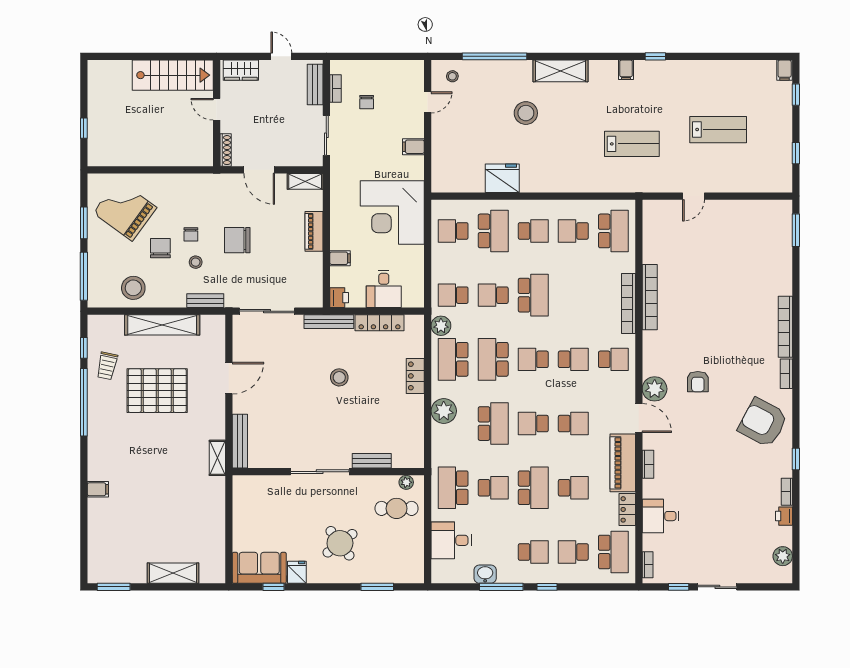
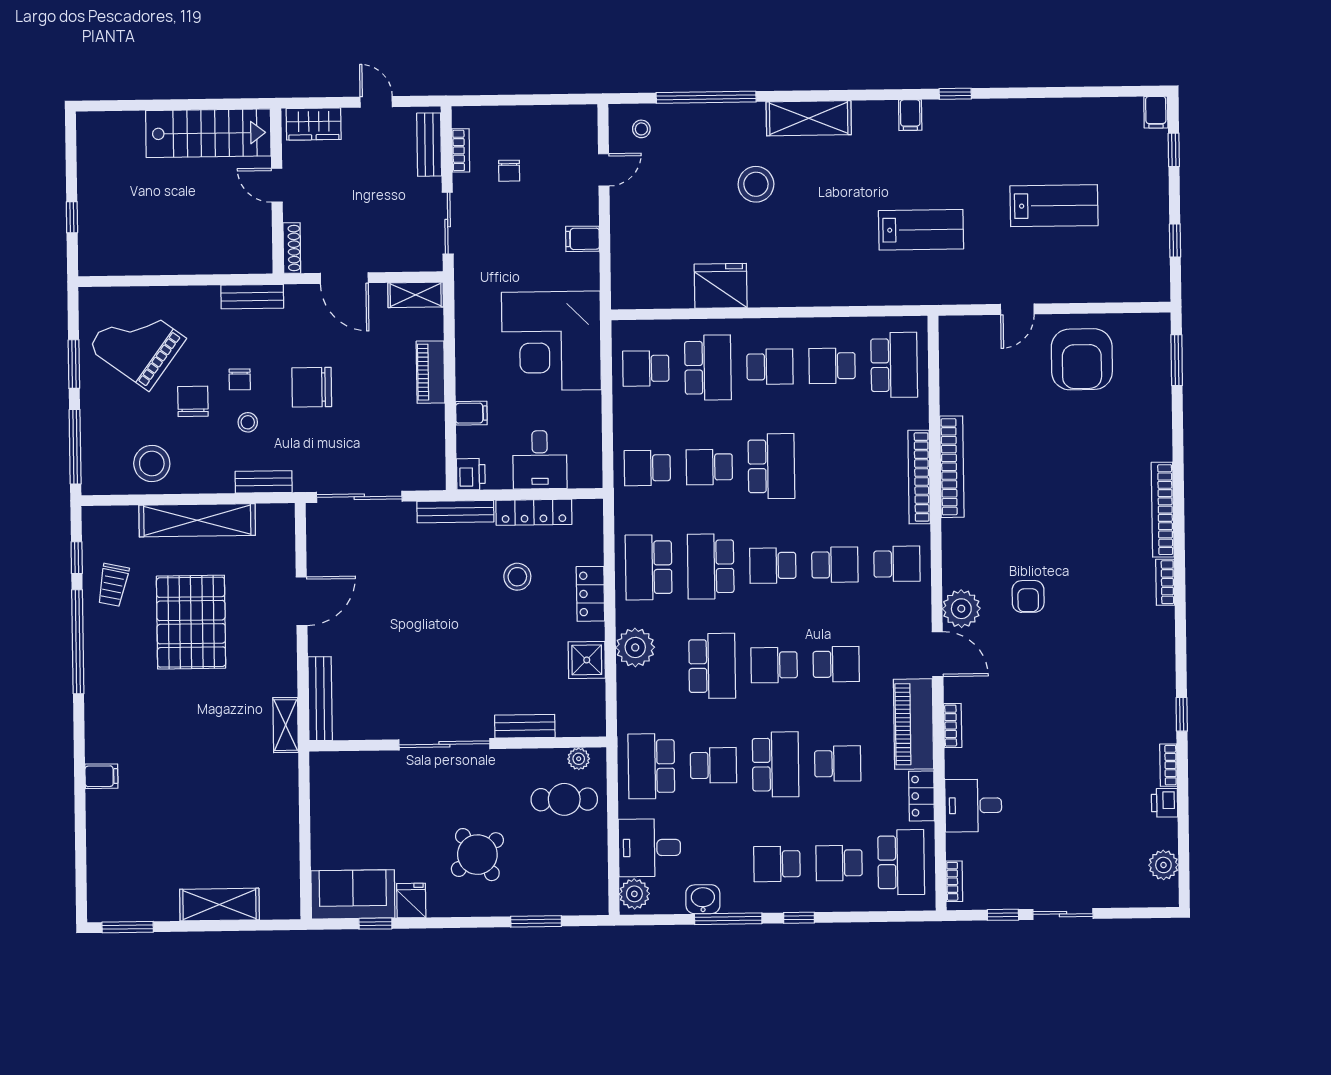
bench: (200, 181) -> (252, 297), added
plant: (441, 326) -> (634, 894), moved
stool: (339, 377) -> (517, 577), moved
pallet: (157, 391) -> (191, 622), turned 90
shower: (412, 419) -> (587, 660), added
armchair: (763, 423) -> (1082, 359), moved, turned -118
school desk: (533, 552) -> (777, 864), turned 180

